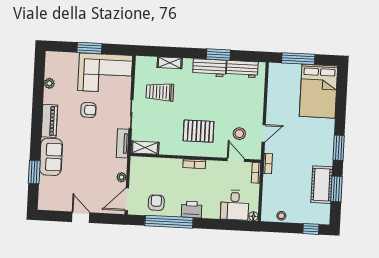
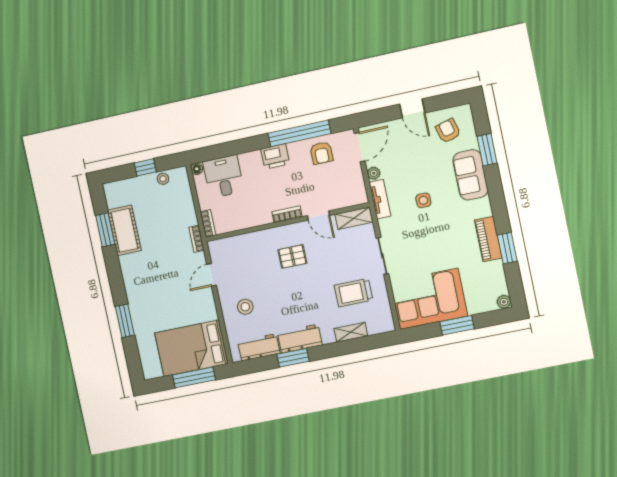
plant: (49, 83) -> (504, 302), moved
bed: (319, 91) -> (191, 348), moved, turned -90
trolley: (160, 92) -> (353, 293), turned 180
window: (38, 96) -> (507, 248), added
armchair: (88, 110) -> (448, 131), moved, turned 75
piano: (49, 121) -> (488, 239), moved
pallet: (199, 131) -> (292, 257), width x0.67, depth x0.71
stool: (239, 134) -> (245, 307), moved
tv unit: (123, 143) -> (380, 199), moved
side table: (90, 147) -> (423, 200), added
window: (339, 148) -> (125, 321), moved
door: (236, 160) -> (318, 216), moved
window: (311, 229) -> (145, 167), moved

